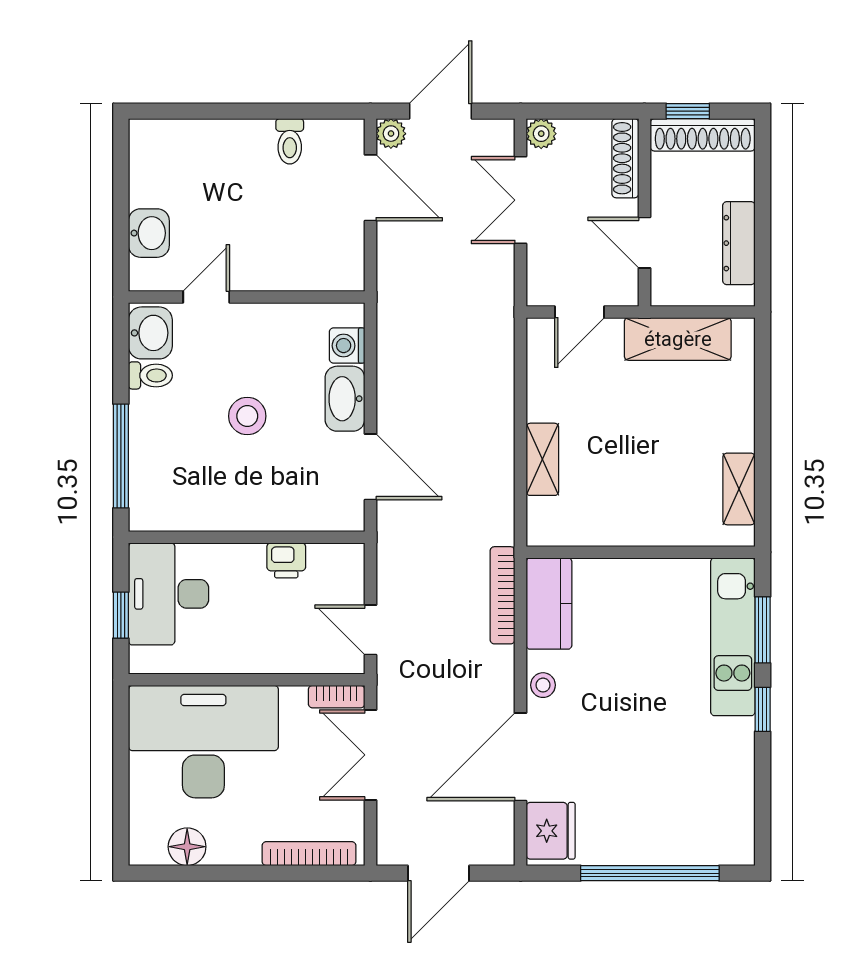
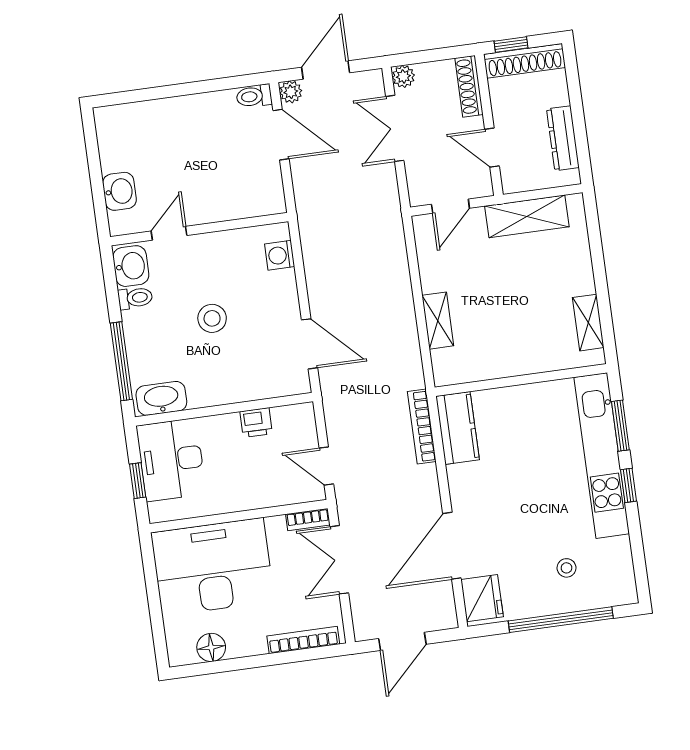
toilet: (290, 141) -> (254, 96), moved, turned 90
washbasin: (345, 399) -> (161, 398), moved, turned 90
kitchen unit: (733, 637) -> (602, 456), width x1.36
stool: (543, 685) -> (567, 568), moved

